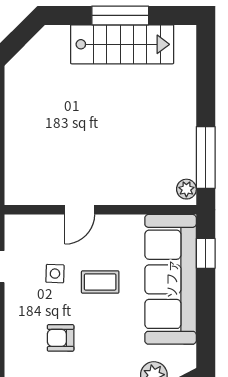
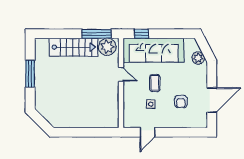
stairs: (122, 44) -> (74, 47), moved, turned 90
plant: (186, 189) -> (107, 47), width x1.87, depth x1.87
door: (80, 210) -> (121, 74), moved

